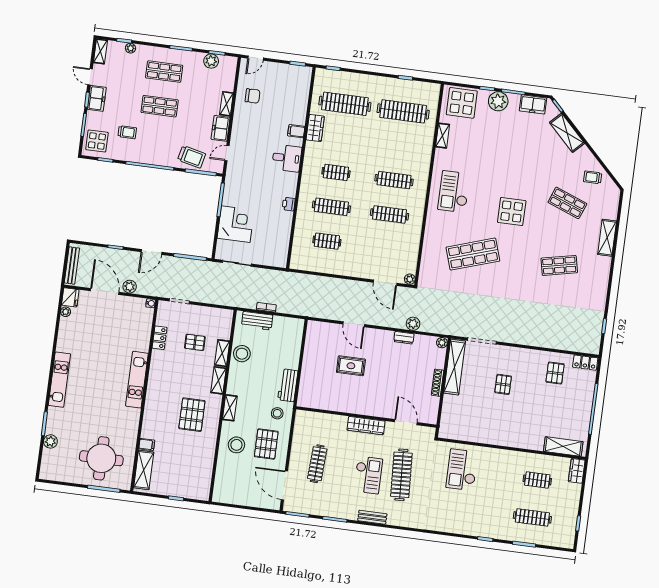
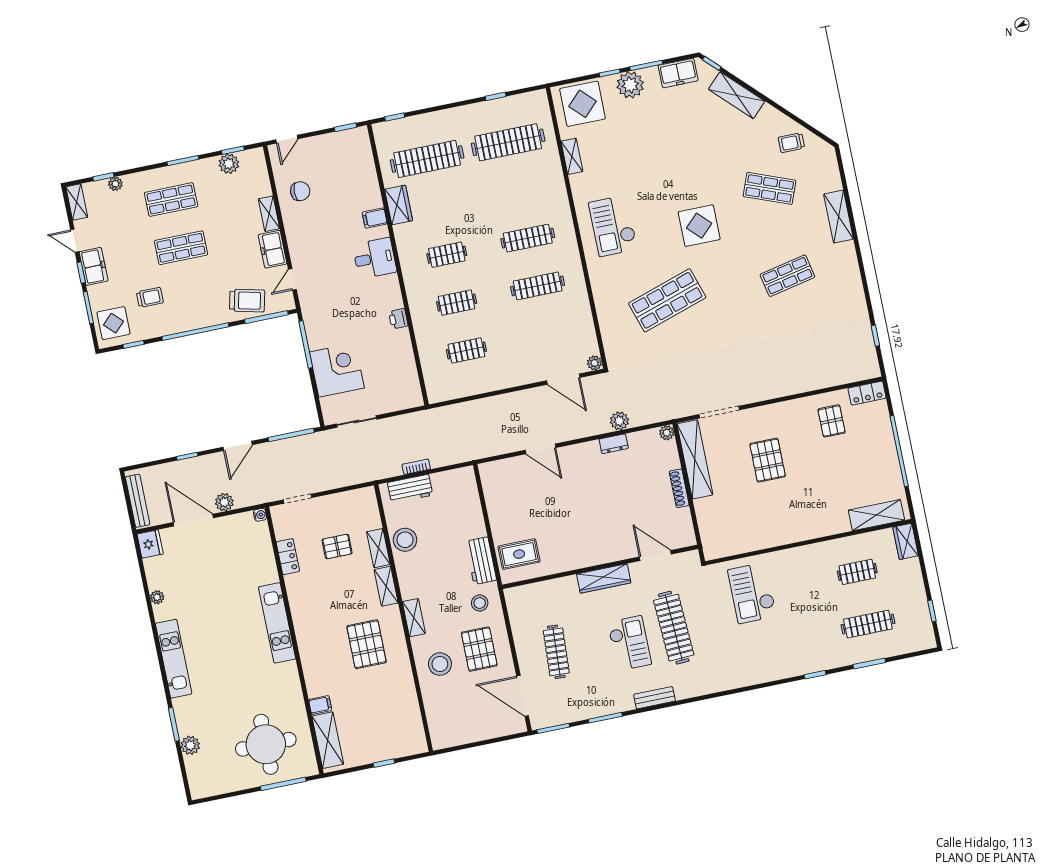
clothes rail: (331, 207) -> (457, 303), width x0.73
plant: (66, 312) -> (157, 597), moved
rug: (351, 366) -> (519, 554), moved
pallet: (503, 384) -> (768, 460), width x1.50, depth x1.42

